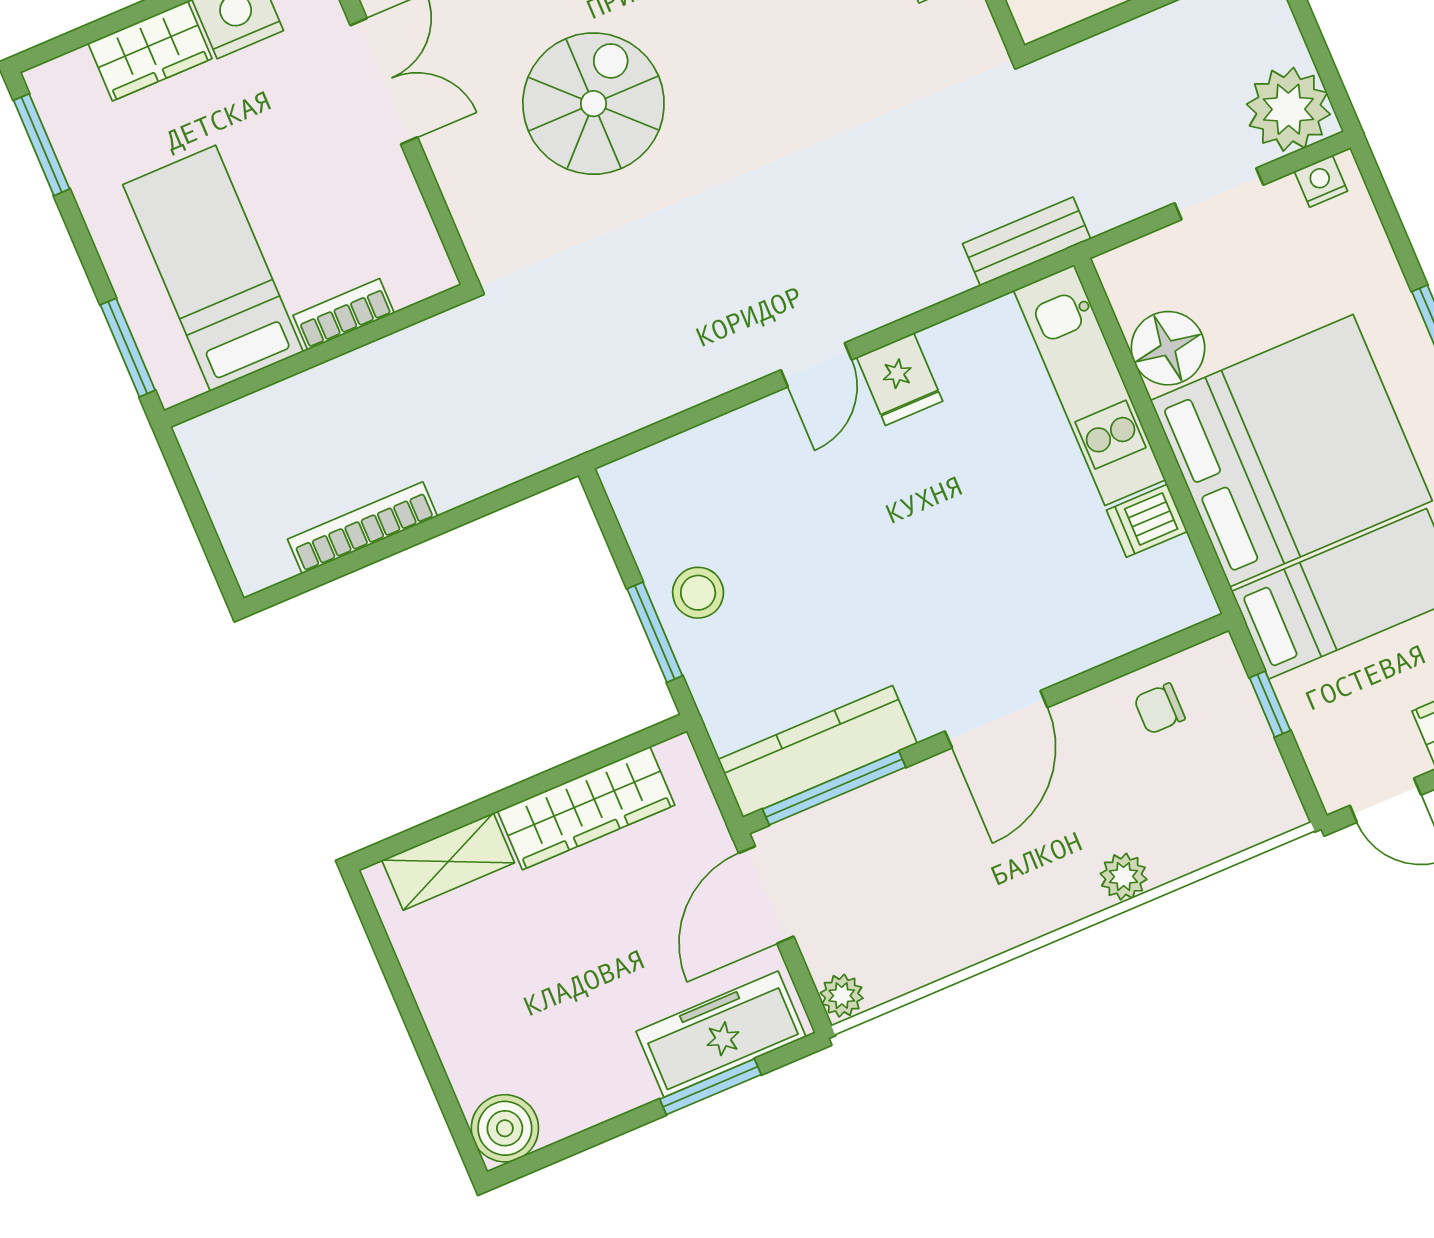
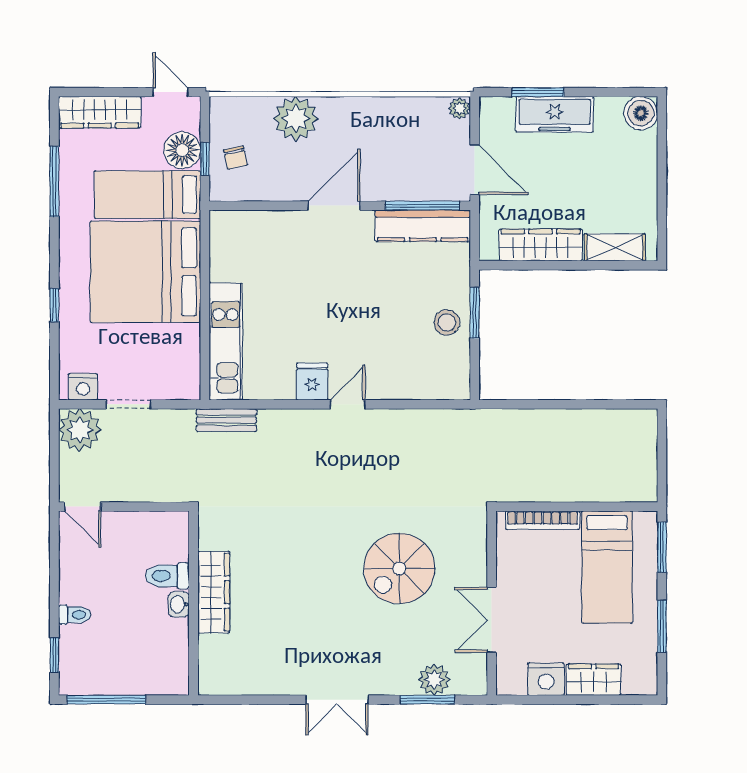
window: (42, 145) -> (662, 626), moved
nightstand: (1321, 181) -> (83, 387), width x1.39, depth x1.35
bookcase: (344, 314) -> (543, 520), width x1.56
floor lamp: (1168, 348) -> (182, 150), moved
dishwasher: (1147, 521) -> (226, 268), removed
bookcase: (362, 528) -> (589, 418), removed
chair: (1159, 709) -> (235, 158), moved, turned 78
plant: (1123, 877) -> (296, 119), width x1.88, depth x1.88
door: (766, 895) -> (475, 170), hinge flipped
freezer: (721, 1034) -> (555, 114), moved

